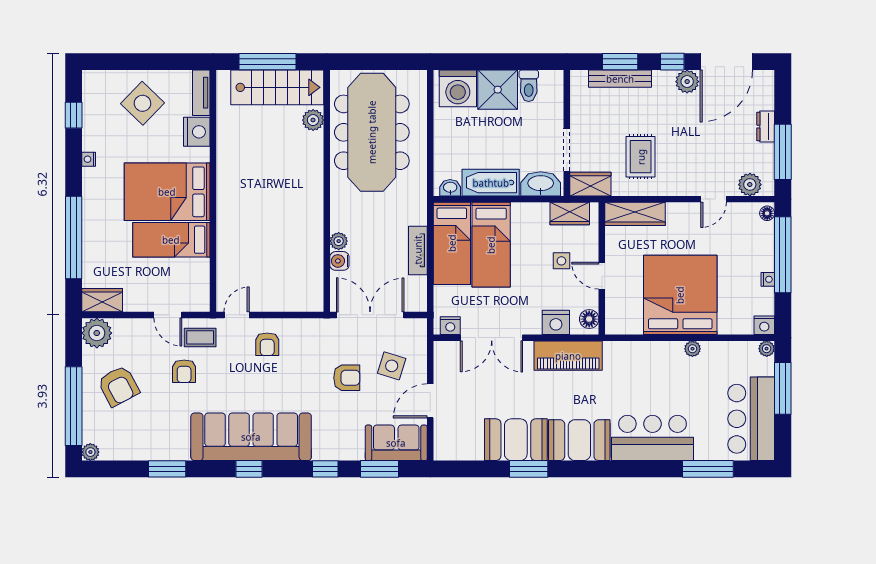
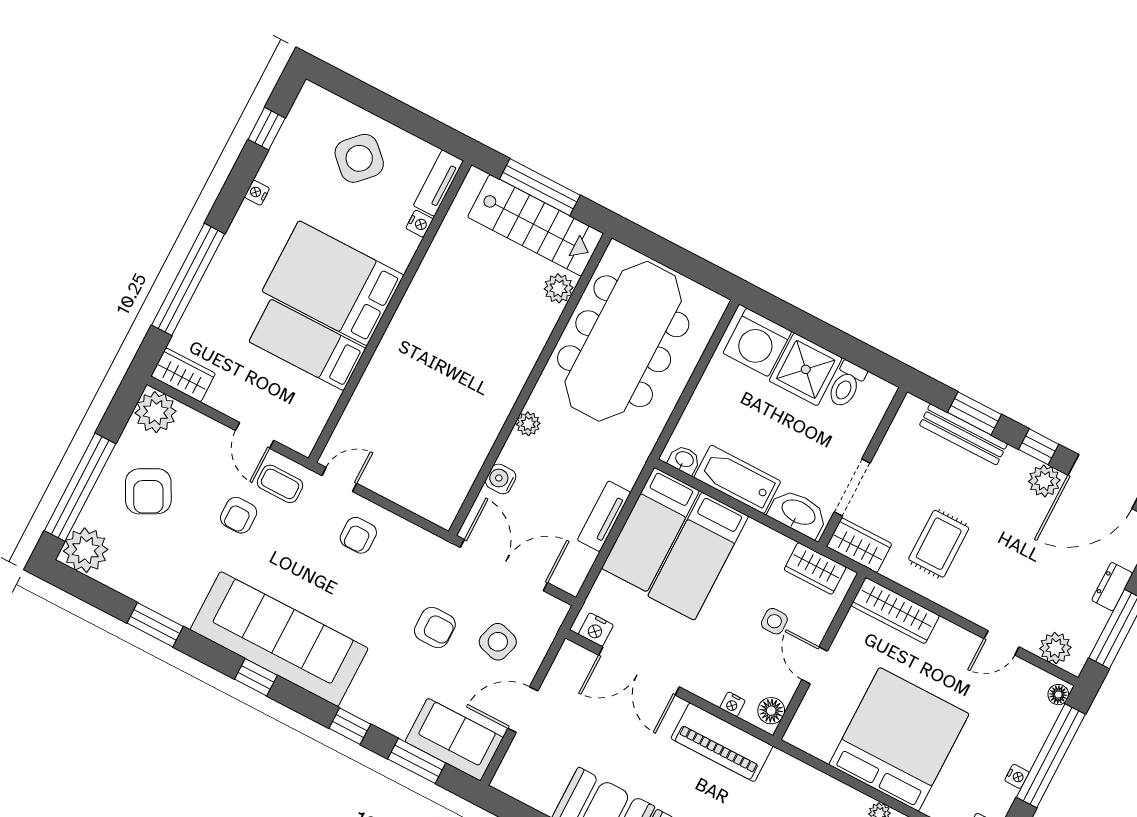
nightstand: (197, 132) -> (419, 224), width x0.53, depth x0.56
plant: (339, 241) -> (528, 424), moved
nightstand: (556, 322) -> (732, 704), width x0.53, depth x0.56
plant: (90, 452) -> (86, 550), width x1.88, depth x1.88

